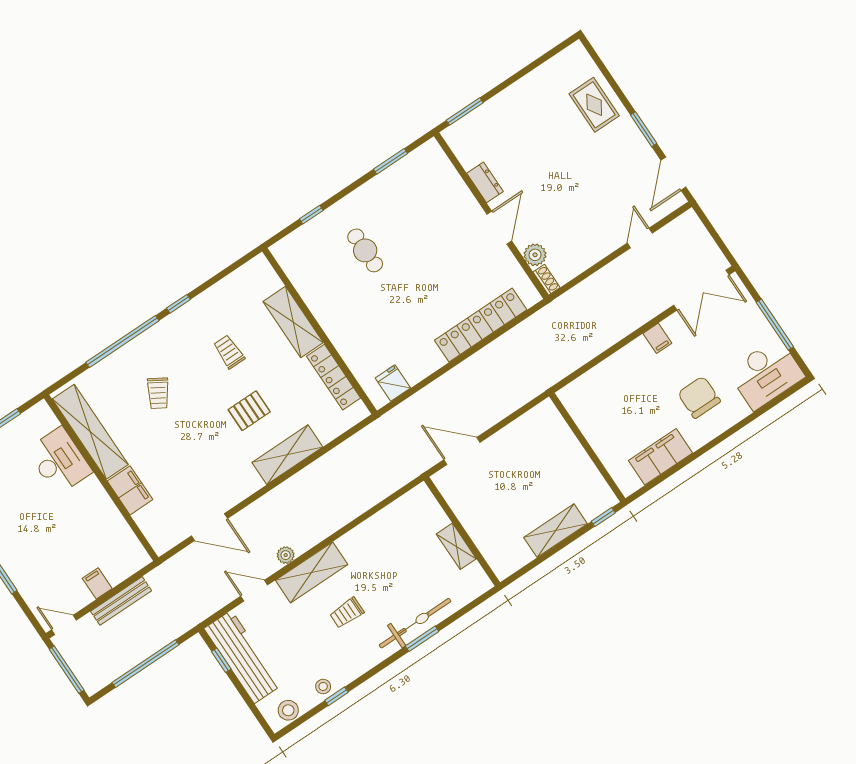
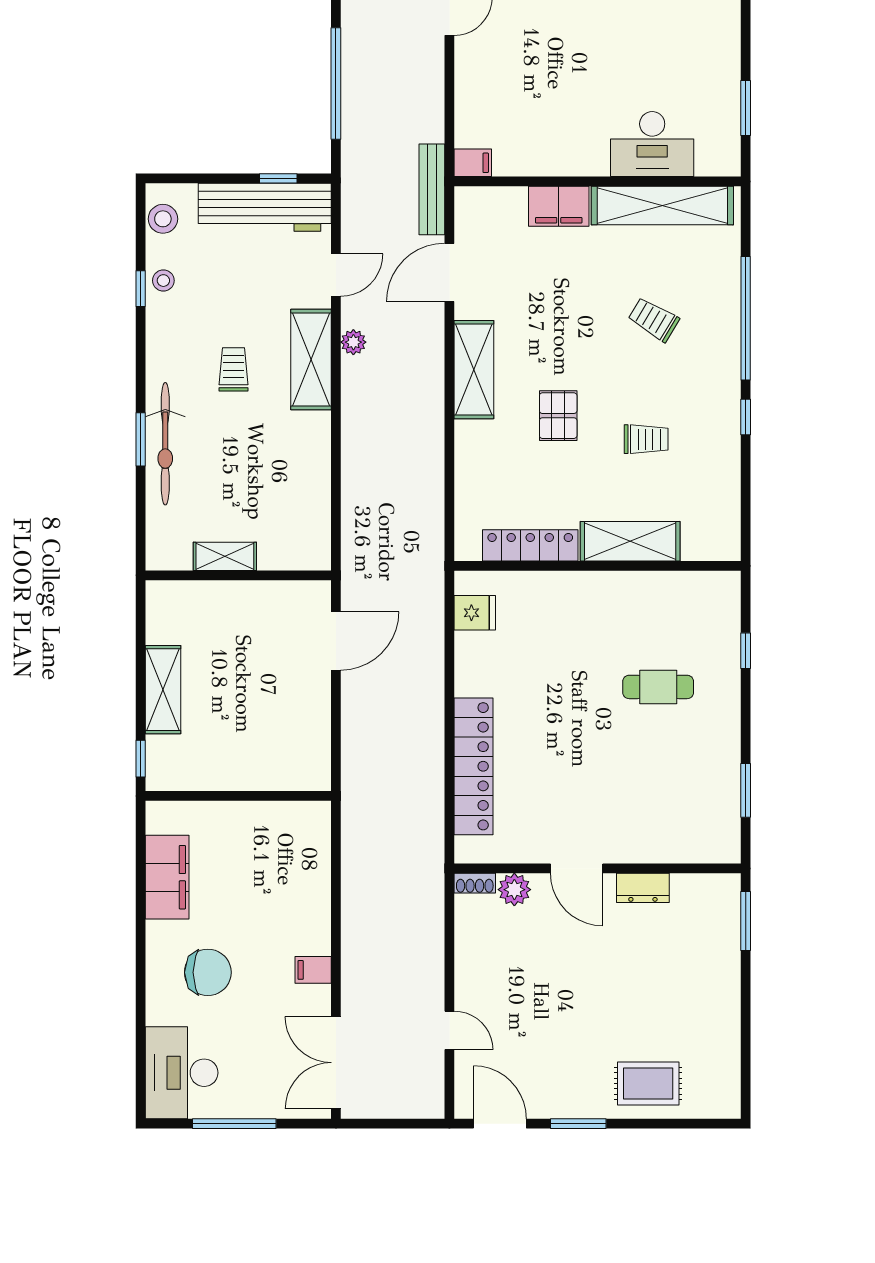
shelving: (287, 455) -> (474, 370), moved
filing cabinet: (97, 583) -> (473, 163), moved
bench: (121, 601) -> (432, 189), moved

